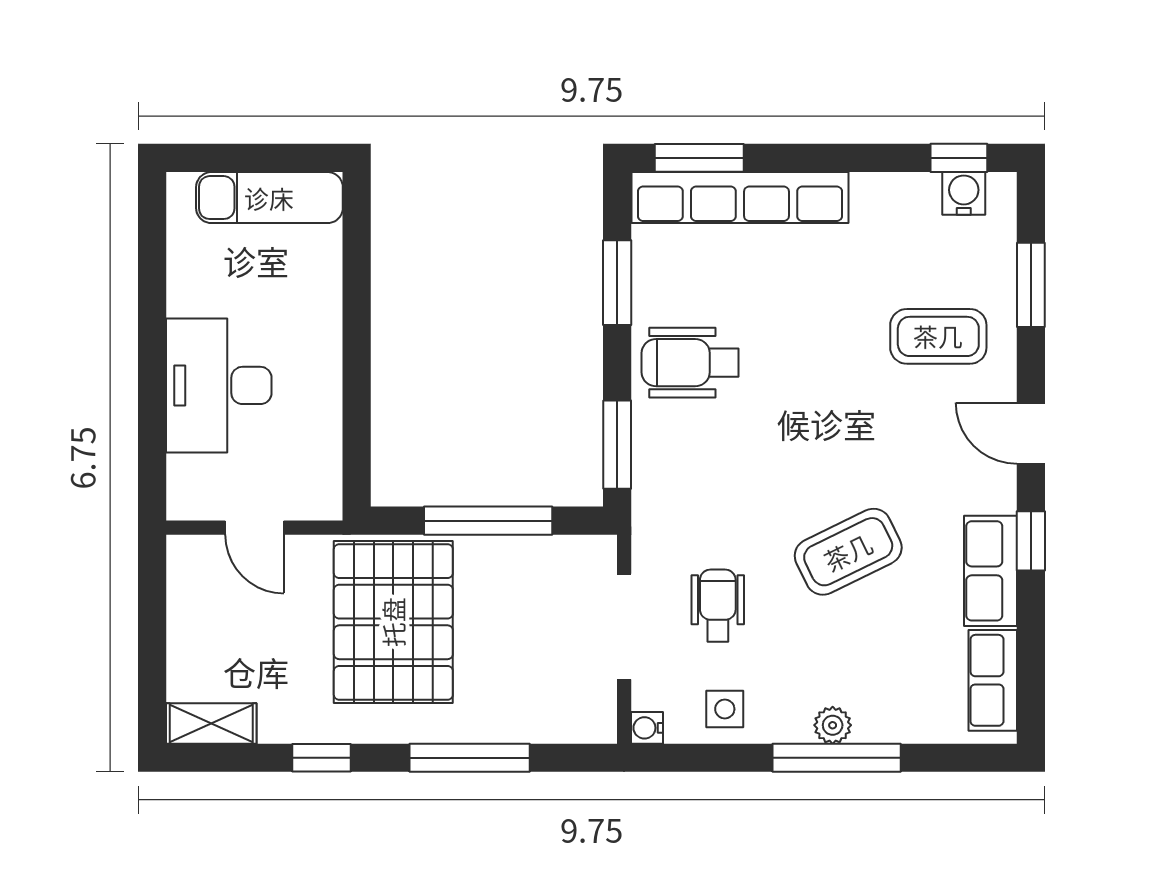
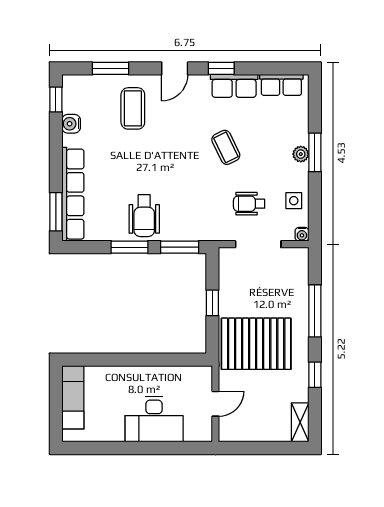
water cooler: (964, 193) -> (71, 124), moved
window: (617, 283) -> (130, 247), moved
window: (488, 521) -> (212, 303), width x0.46
coffee table: (848, 552) -> (226, 147), width x0.73, depth x0.77
window: (837, 758) -> (315, 152), width x0.69

